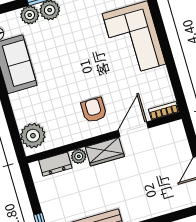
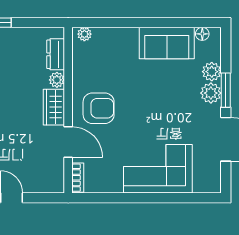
armchair: (94, 110) -> (99, 108), width x1.38, depth x1.38
plant: (33, 136) -> (84, 34), width x0.53, depth x0.53

